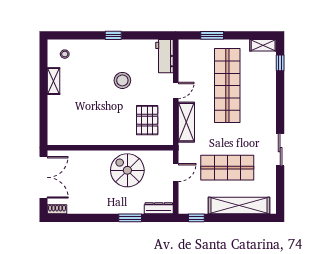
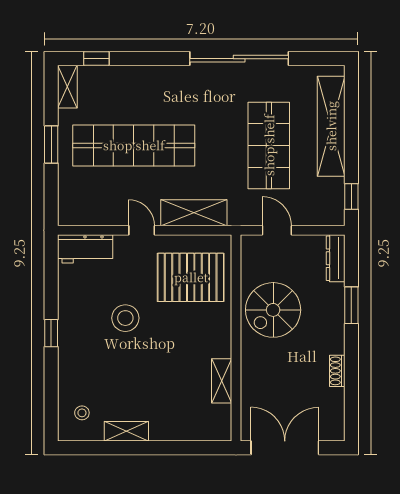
window: (212, 35) -> (51, 144), moved
pallet: (147, 120) -> (191, 277), width x1.37, depth x1.41
shelving: (84, 139) -> (222, 381), added
sliding door: (280, 150) -> (239, 59), width x1.86
shoe rack: (57, 209) -> (337, 371), moved

